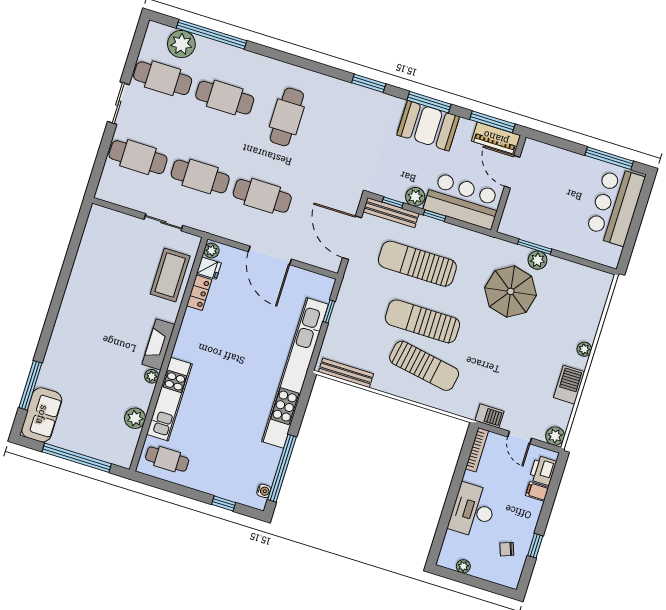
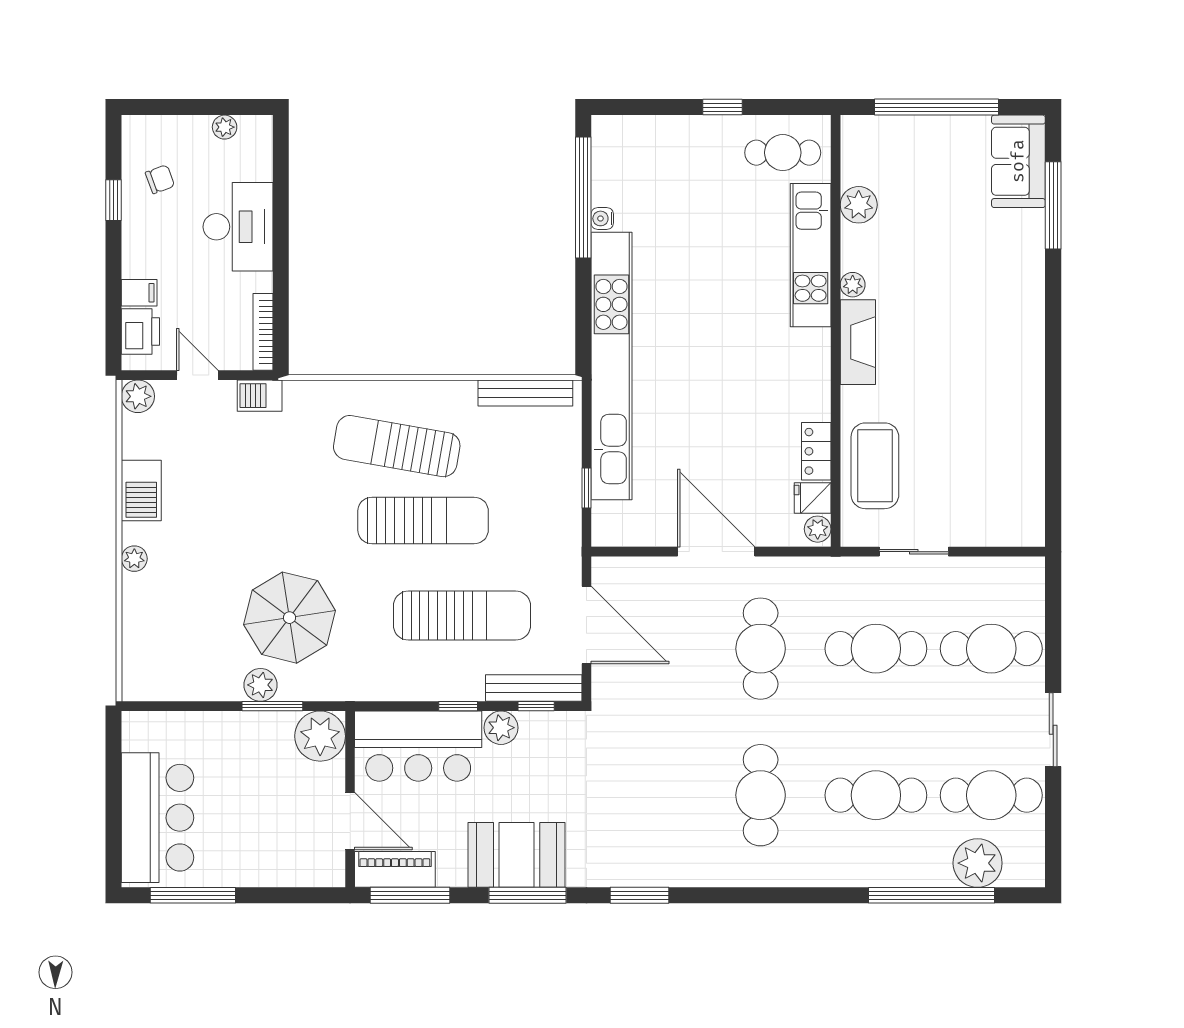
cafe table: (262, 196) -> (761, 649), turned 90
plant: (514, 223) -> (320, 736), added
water cooler: (264, 491) -> (602, 218), moved
window: (224, 504) -> (722, 107), moved

